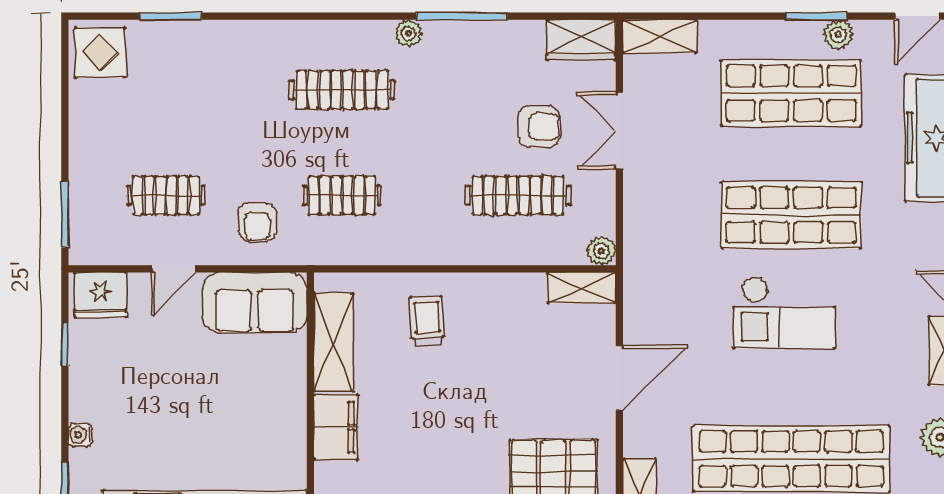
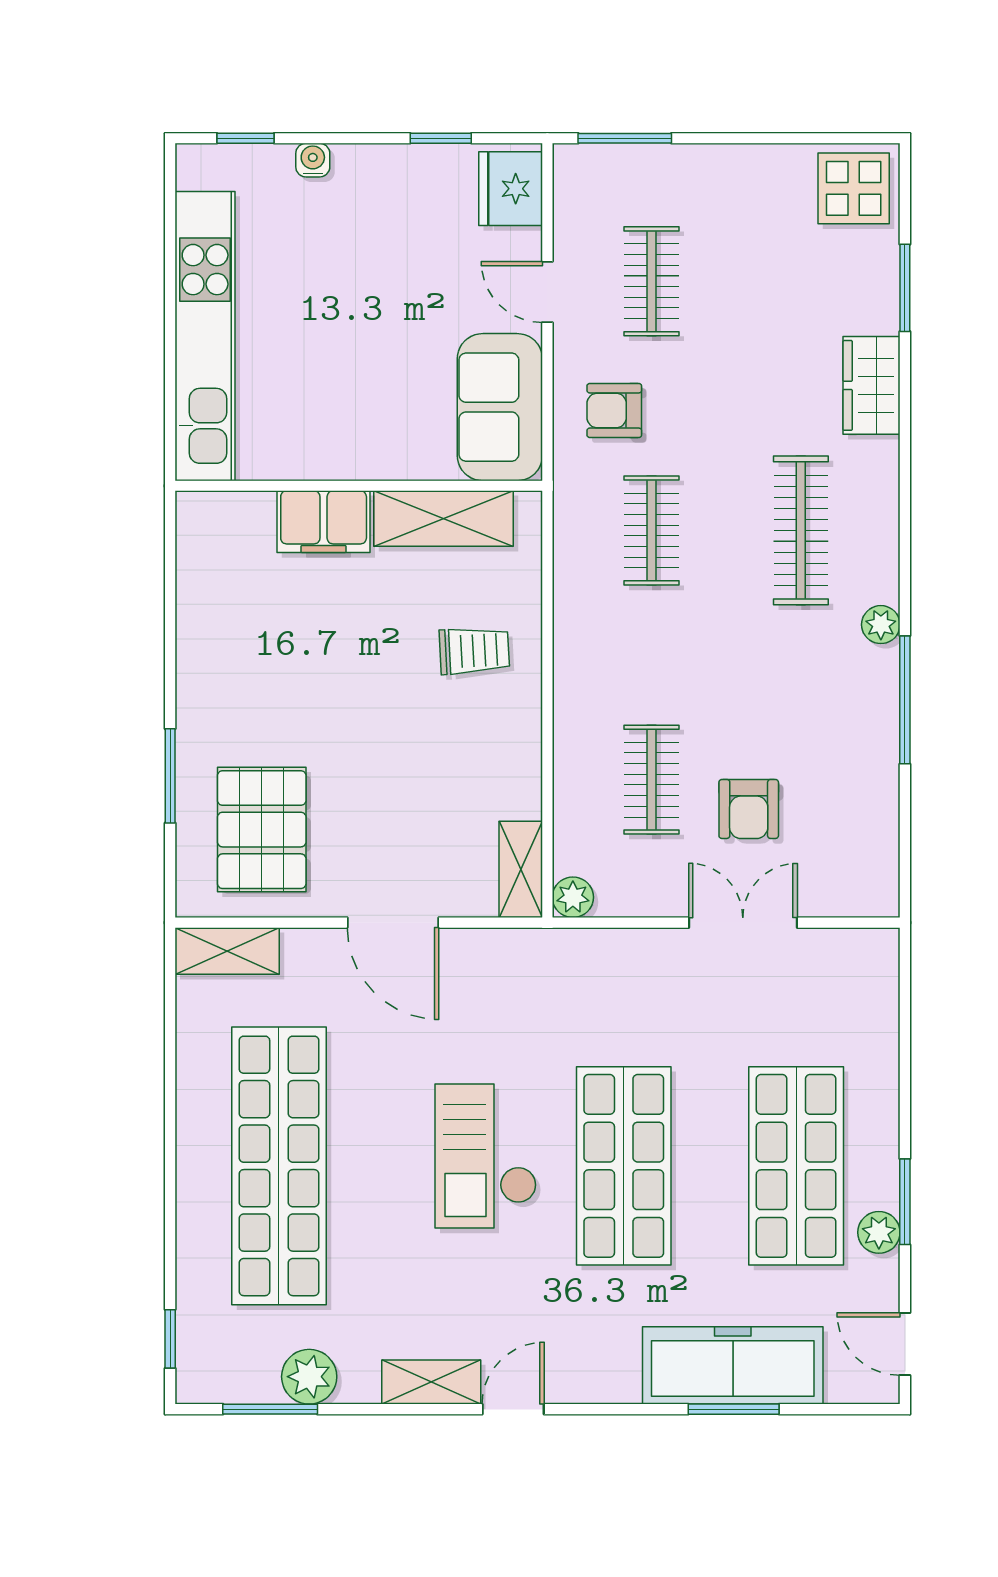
shelving: (660, 36) -> (876, 980), removed
wardrobe: (581, 40) -> (872, 385), moved
clothes rail: (518, 195) -> (652, 780), width x0.73

